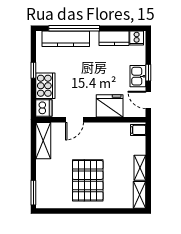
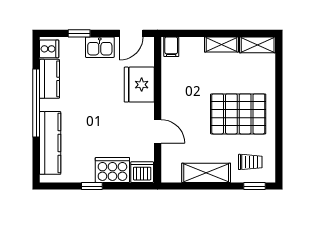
window: (74, 28) -> (36, 103), moved
window: (148, 73) -> (79, 33), moved
shelving: (43, 141) -> (206, 173), moved
trolley: (51, 189) -> (250, 162), added
window: (33, 193) -> (254, 186), width x0.67

